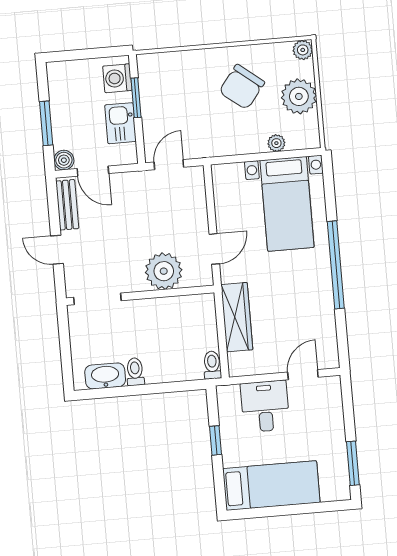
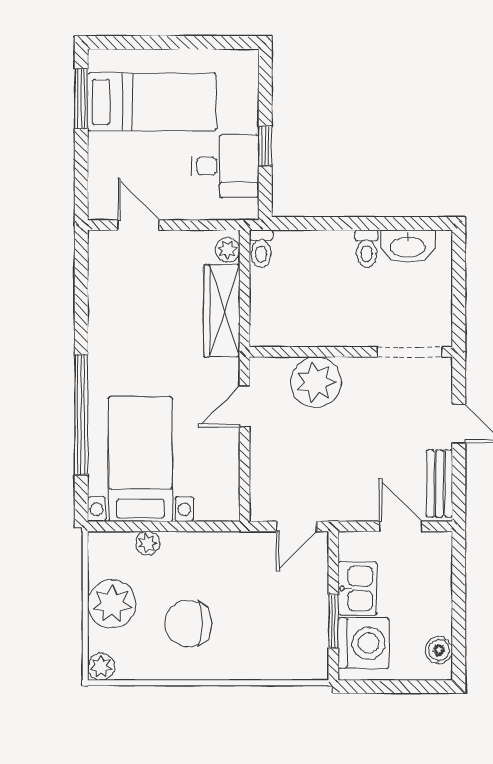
washing machine: (117, 78) -> (363, 643), width x1.37, depth x1.37
chair: (242, 87) -> (188, 623), turned -128
window: (46, 123) -> (459, 597), removed
boiler: (64, 160) -> (439, 650), moved
window: (336, 265) -> (81, 415), moved
plant: (236, 362) -> (228, 250), added
door: (303, 375) -> (139, 225), swing flipped
desk: (265, 406) -> (225, 166), moved, turned -90
bed: (271, 486) -> (152, 102), moved, turned 180

